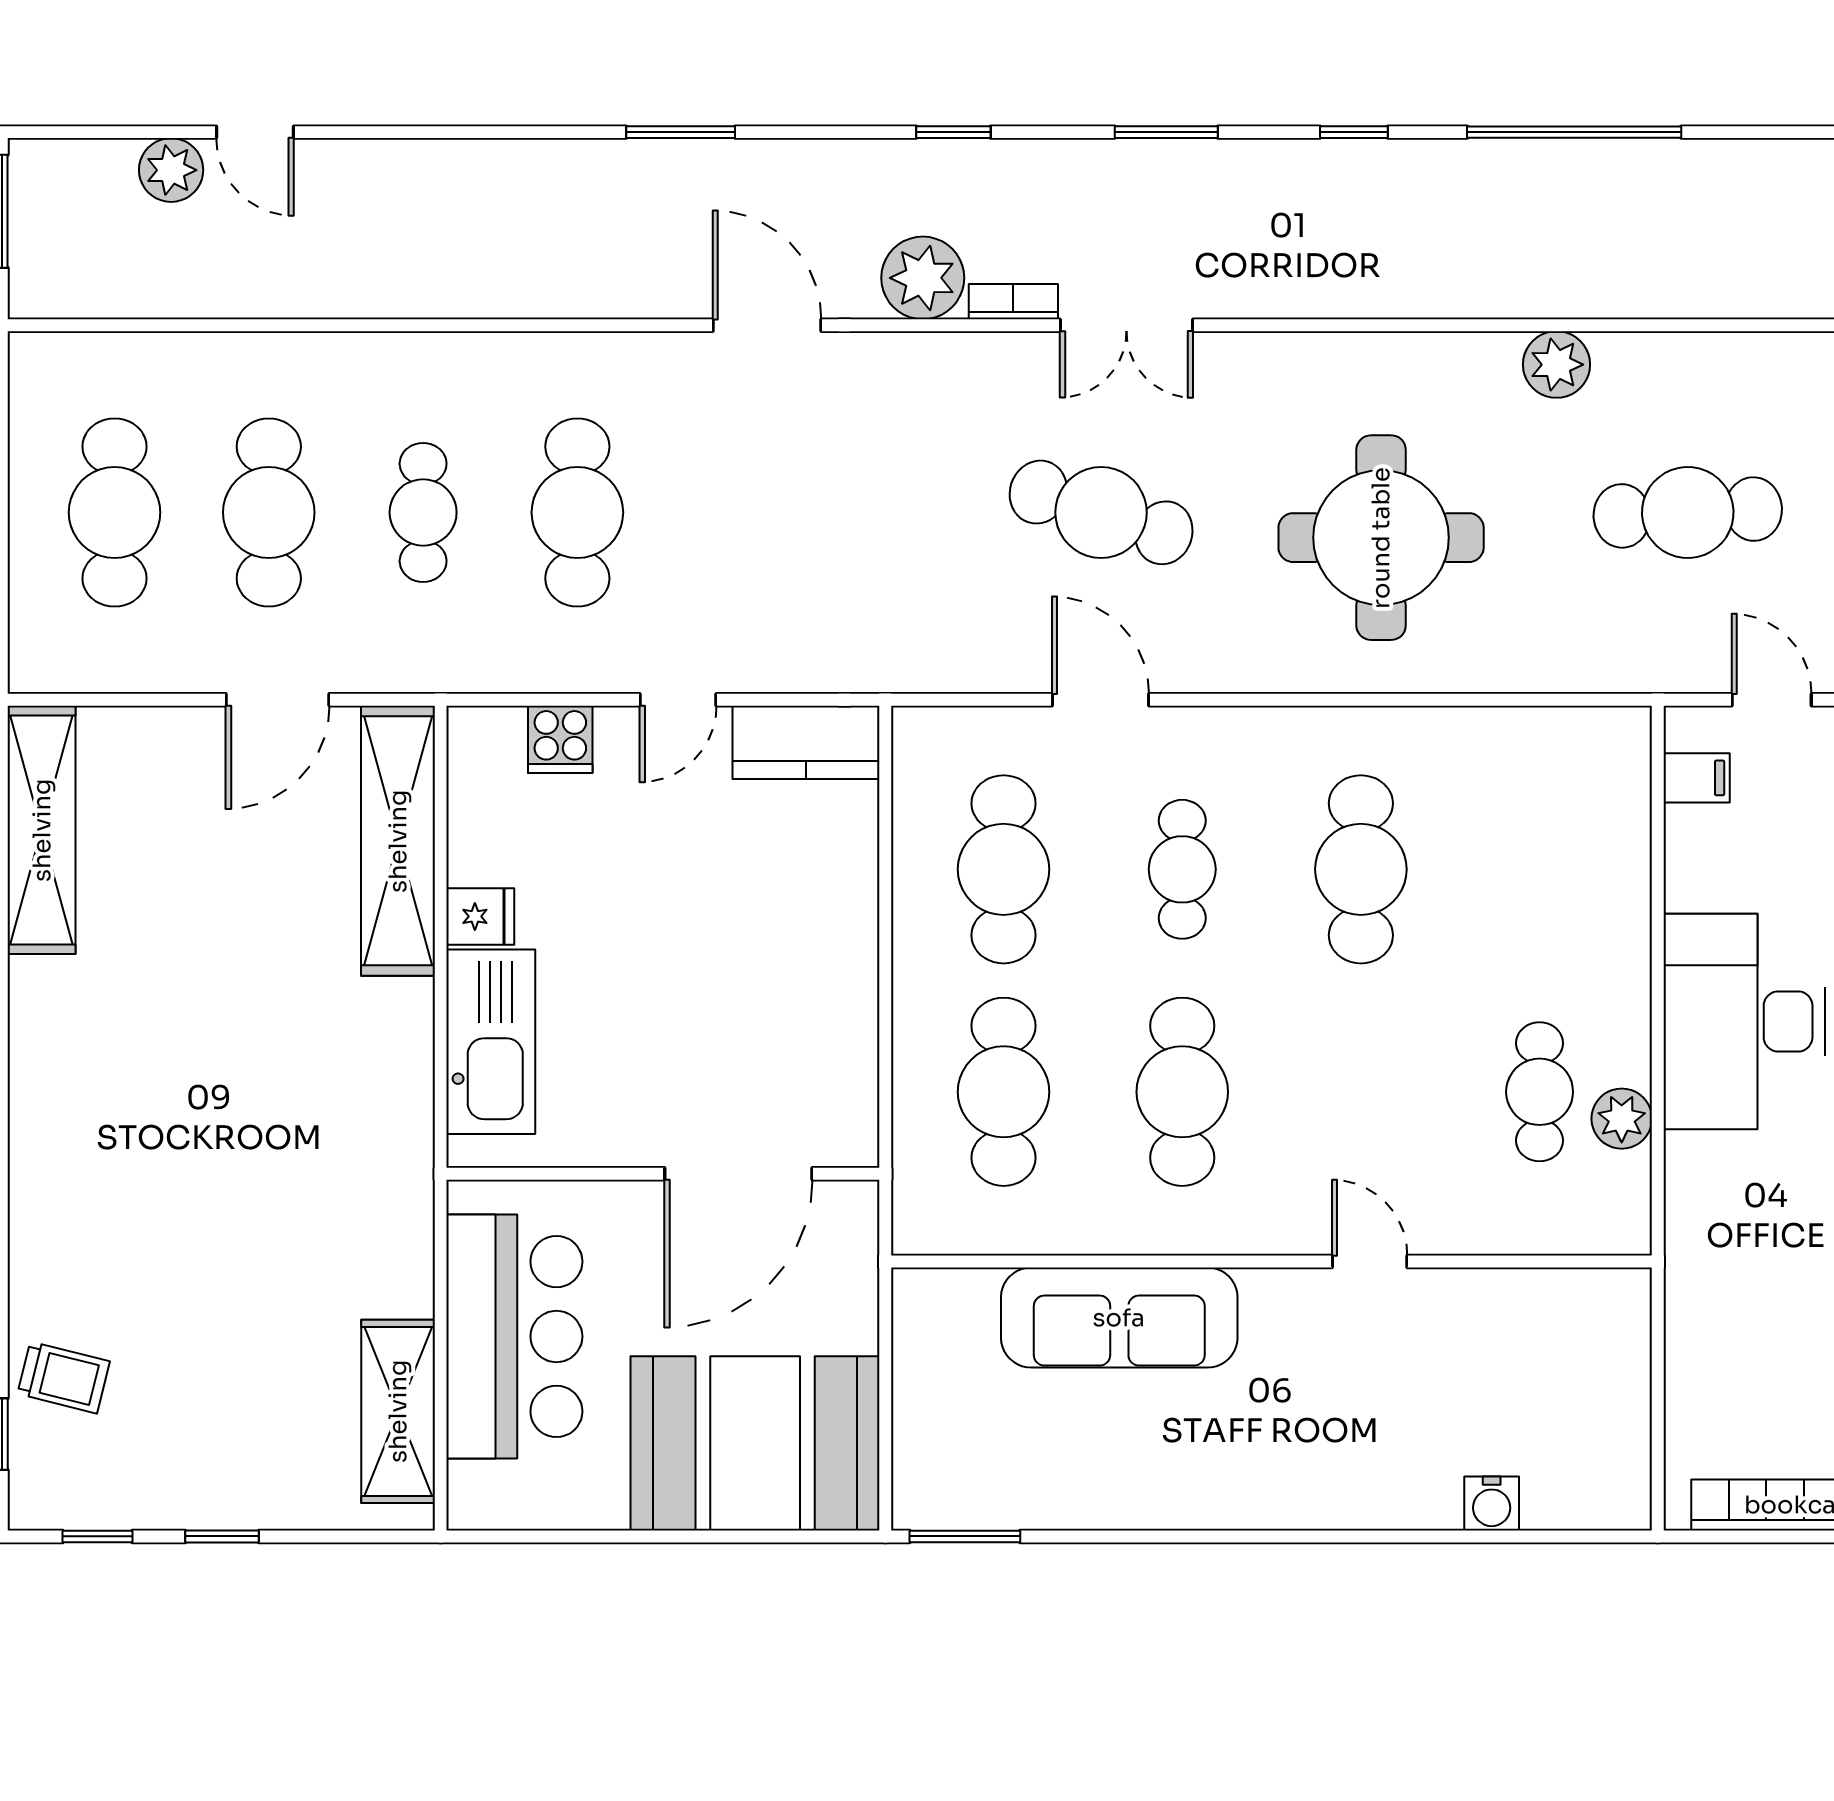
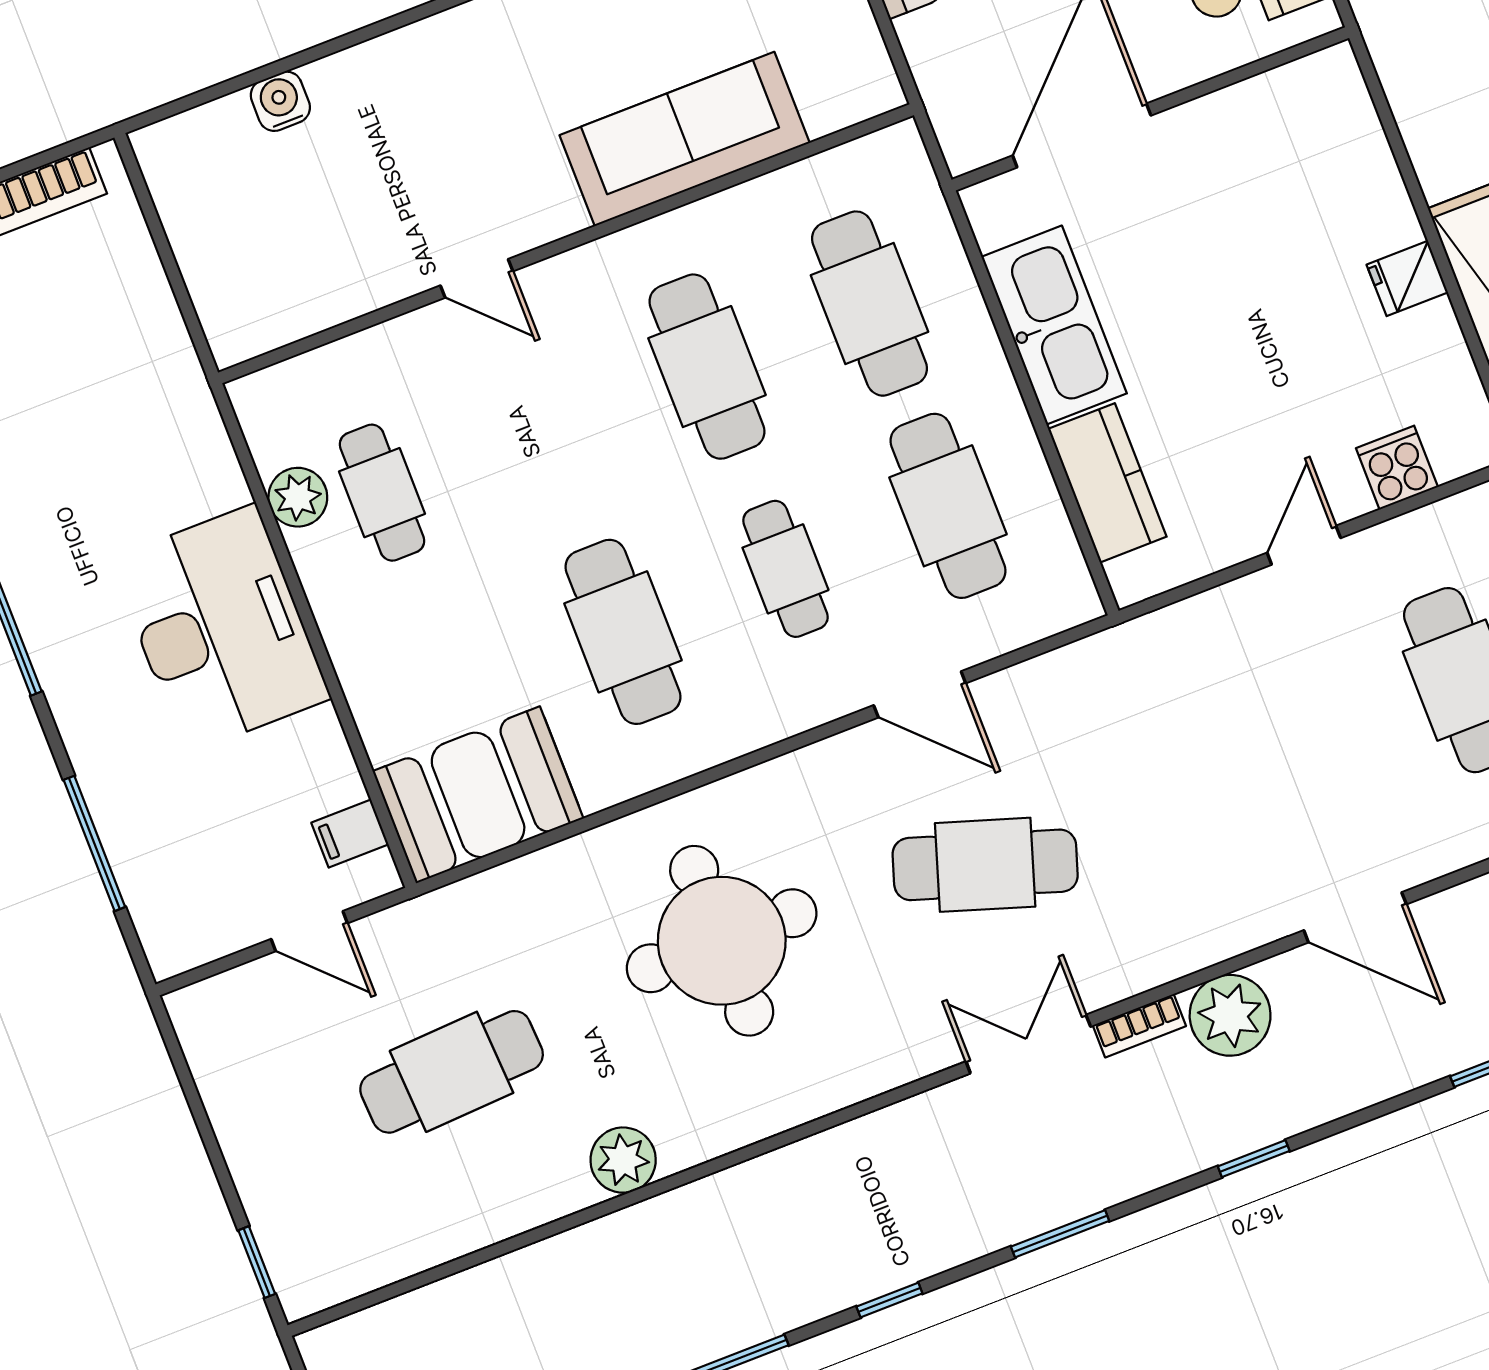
kitchen counter: (806, 742) -> (1107, 483), moved, turned 90
booth: (1560, 767) -> (478, 795), added
kitchen sink: (491, 1042) -> (1054, 325), moved, turned 180

